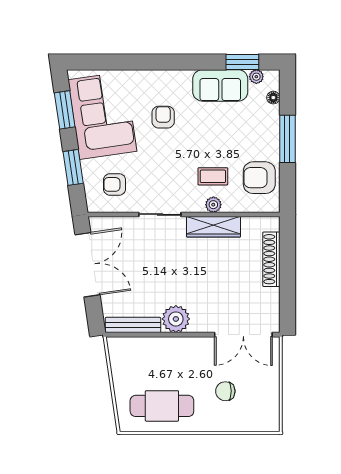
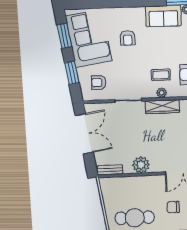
armchair: (163, 117) -> (128, 38), turned 180
bench: (133, 325) -> (110, 170), width x0.73

